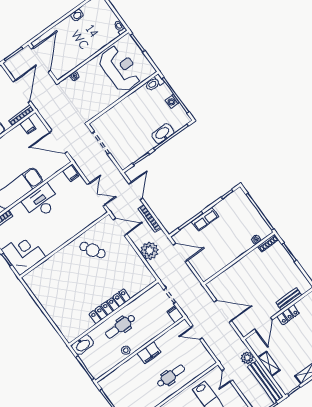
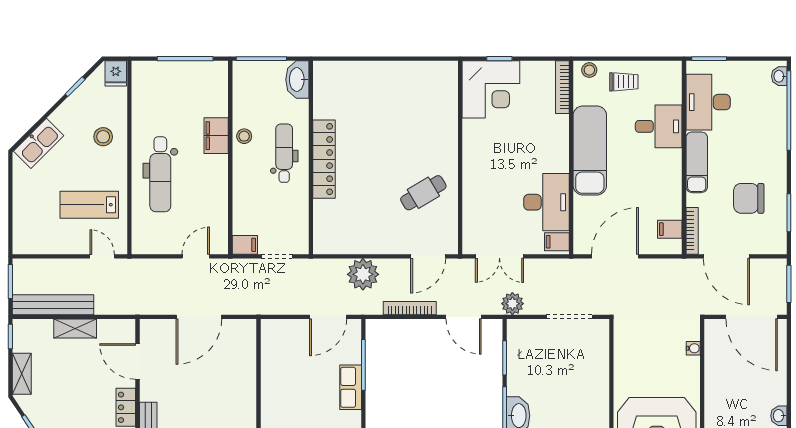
desk: (41, 202) -> (546, 202), moved
filing cabinet: (149, 353) -> (216, 136), moved
plant: (247, 358) -> (512, 304), moved
dental chair: (171, 376) -> (160, 174), width x1.36, depth x1.38

